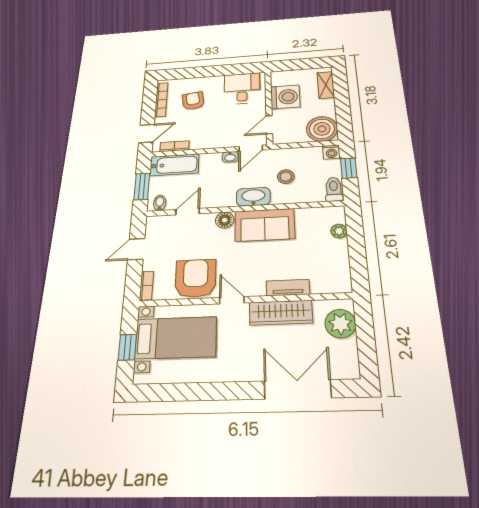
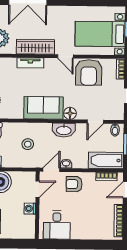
washing machine: (285, 97) -> (30, 209), width x0.53, depth x0.53
armchair: (193, 101) -> (74, 184), moved, turned 98
washbasin: (253, 197) -> (64, 130), moved

